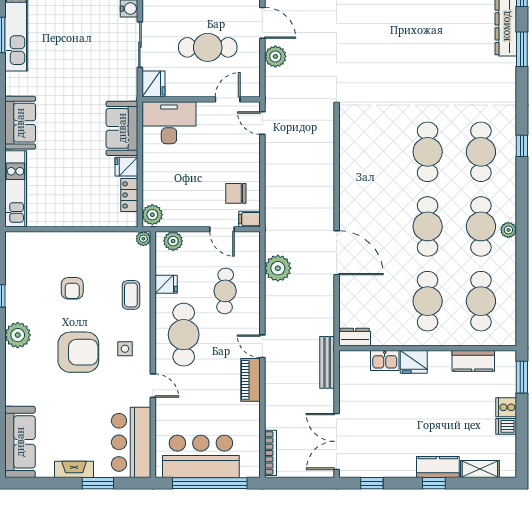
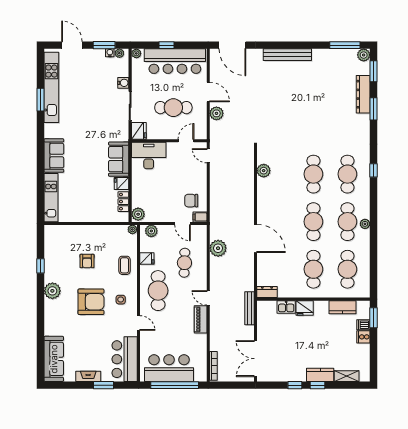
plant: (349, 146) -> (264, 171), added
dishwasher: (506, 426) -> (363, 325), moved
window: (372, 483) -> (295, 385), moved

